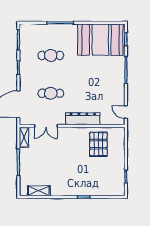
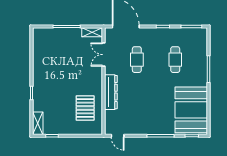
door: (126, 112) -> (118, 136), swing flipped
pallet: (98, 144) -> (85, 108), turned 90
shelving: (39, 191) -> (38, 123), moved

